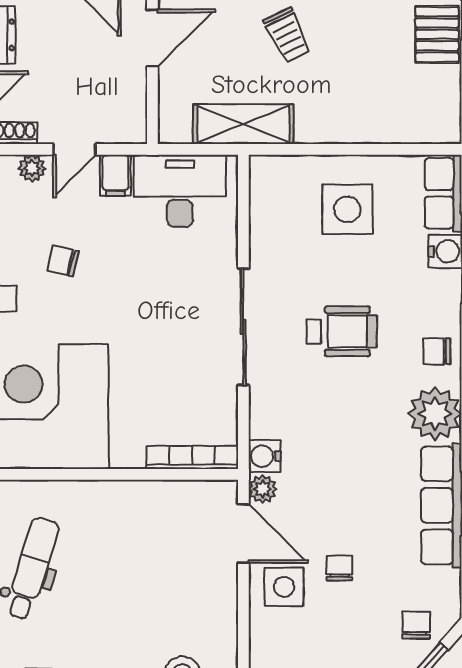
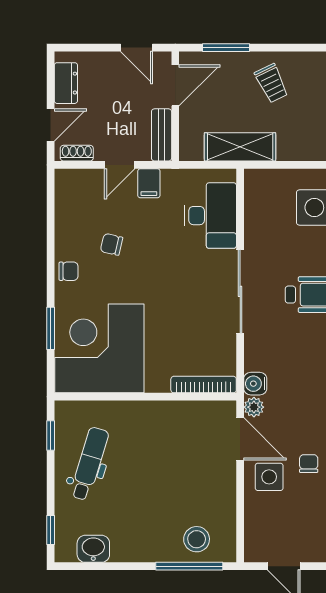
bench: (133, 108) -> (162, 135), added
plant: (32, 168) -> (89, 178), removed
desk: (180, 191) -> (210, 216), moved, turned 90

